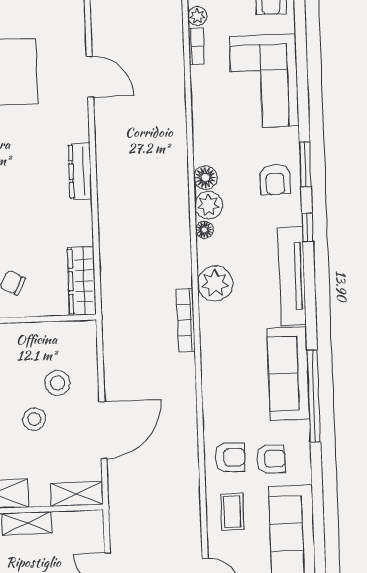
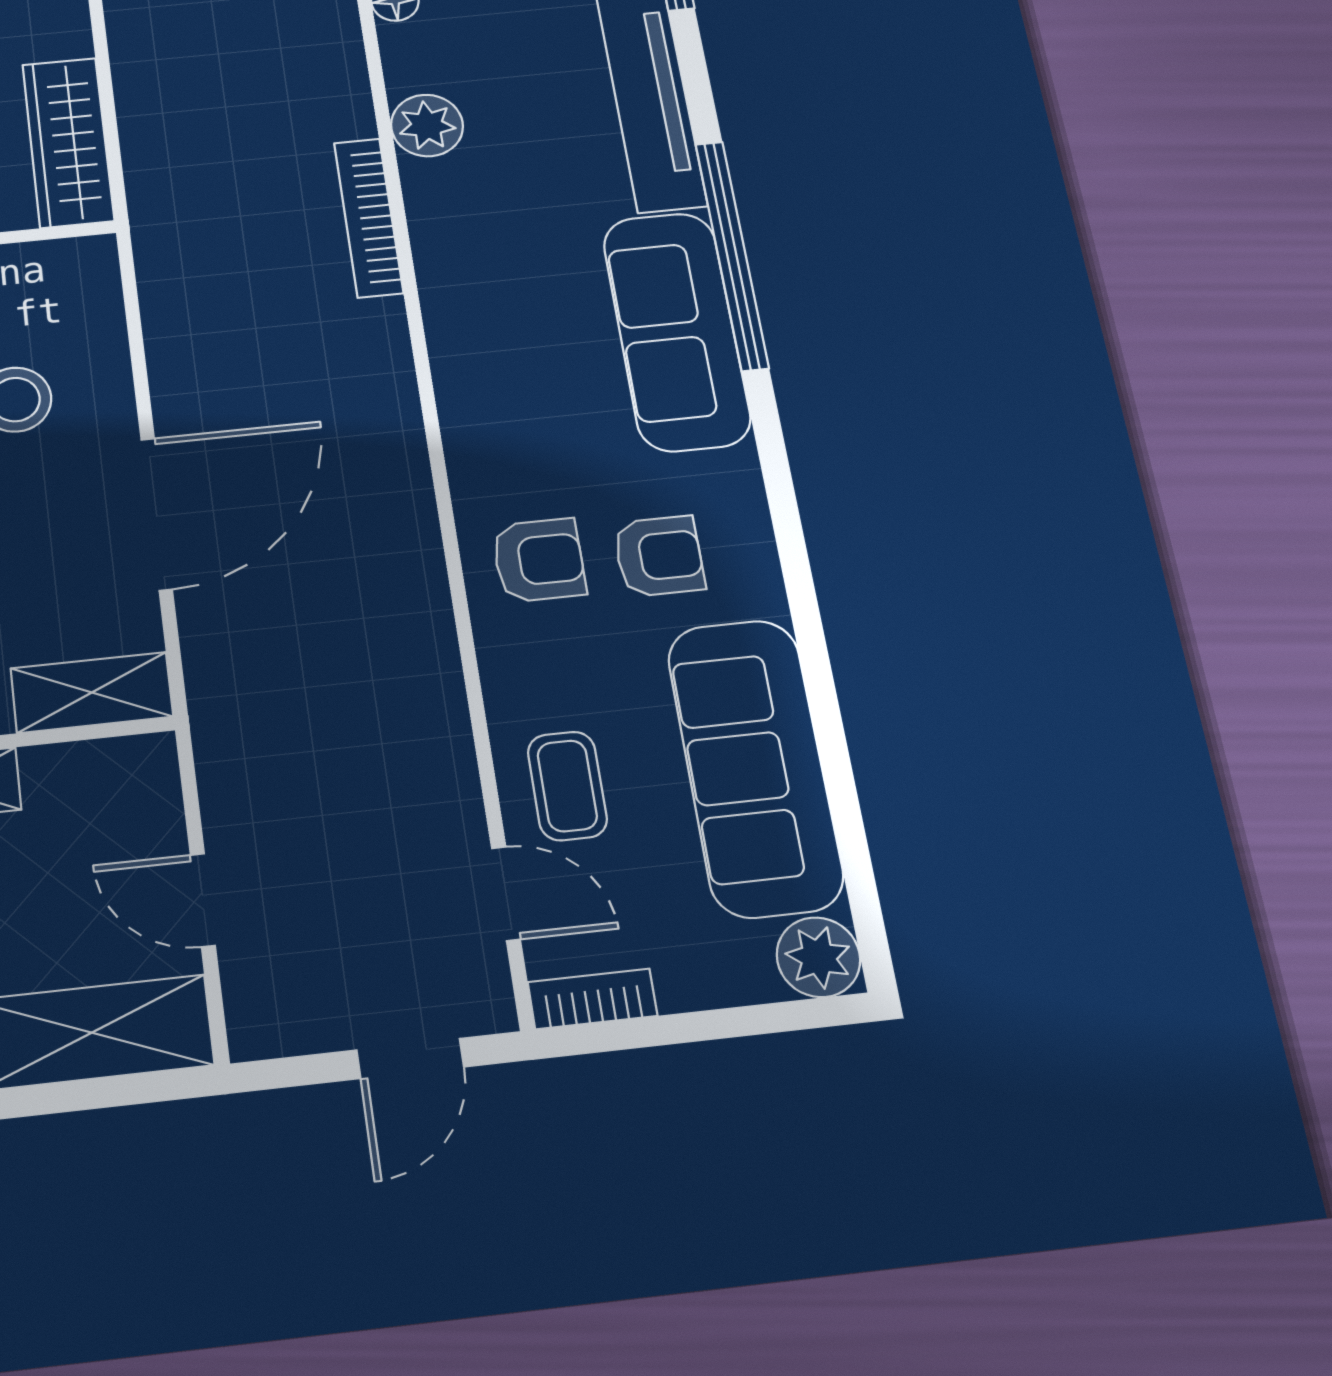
plant: (215, 284) -> (427, 125), width x0.73, depth x0.73
window: (314, 396) -> (732, 255), moved
coffee table: (232, 512) -> (567, 786), moved

